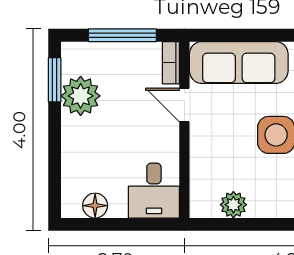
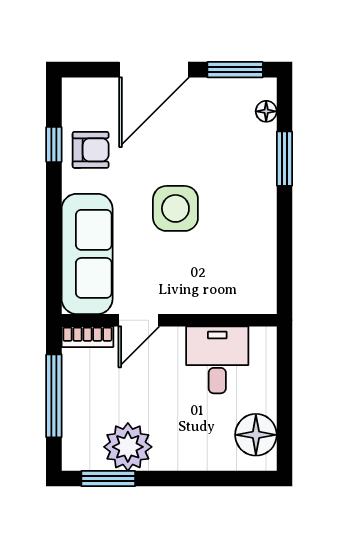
desk: (154, 191) -> (217, 360), moved, turned -90
plant: (233, 205) -> (261, 260), removed
floor lamp: (95, 206) -> (256, 435), width x1.38, depth x1.38

